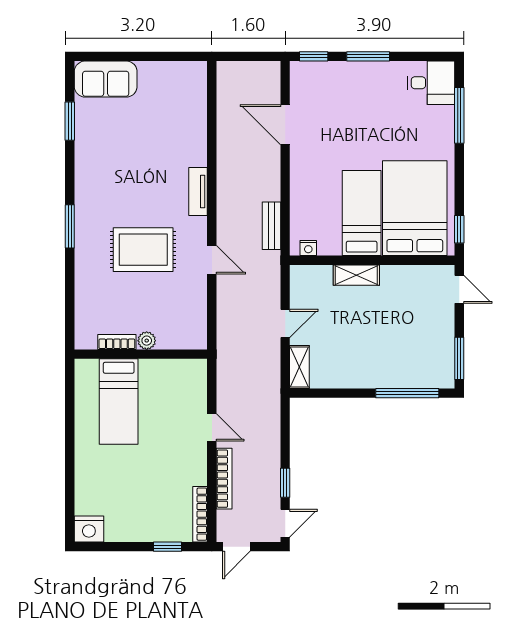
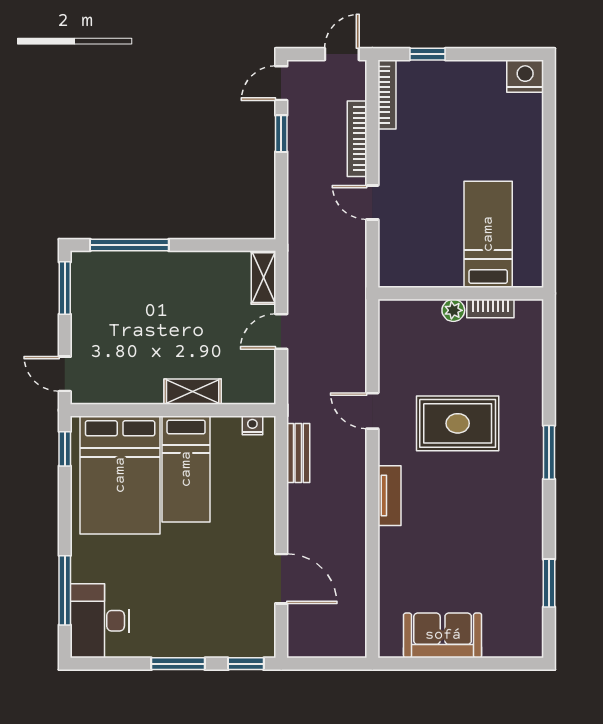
sofa: (106, 79) -> (443, 635), moved
desk: (431, 83) -> (100, 621), width x1.37

